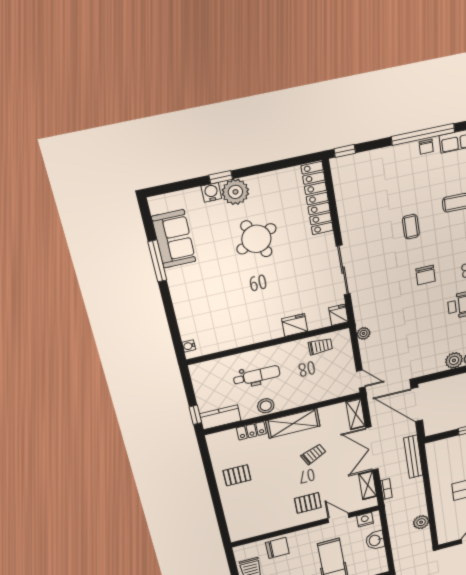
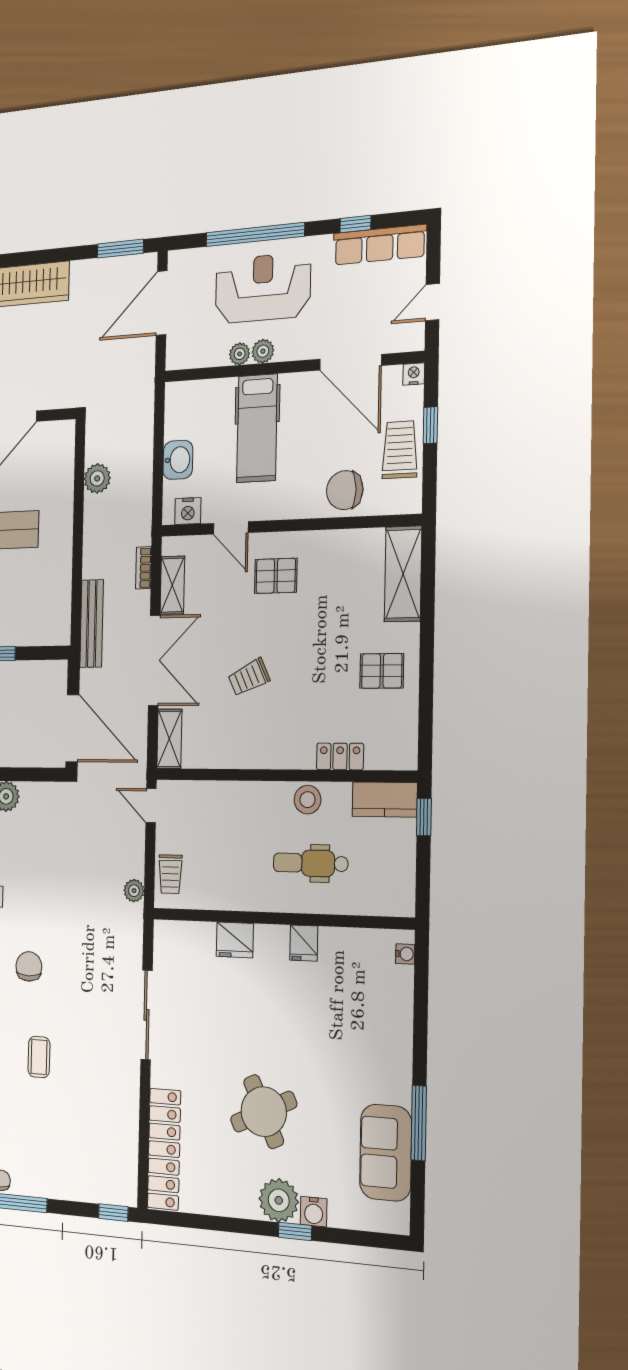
fridge: (338, 315) -> (304, 943), moved
trolley: (320, 346) -> (170, 874), moved, turned -90
shelving: (293, 423) -> (403, 574), moved, turned 90

